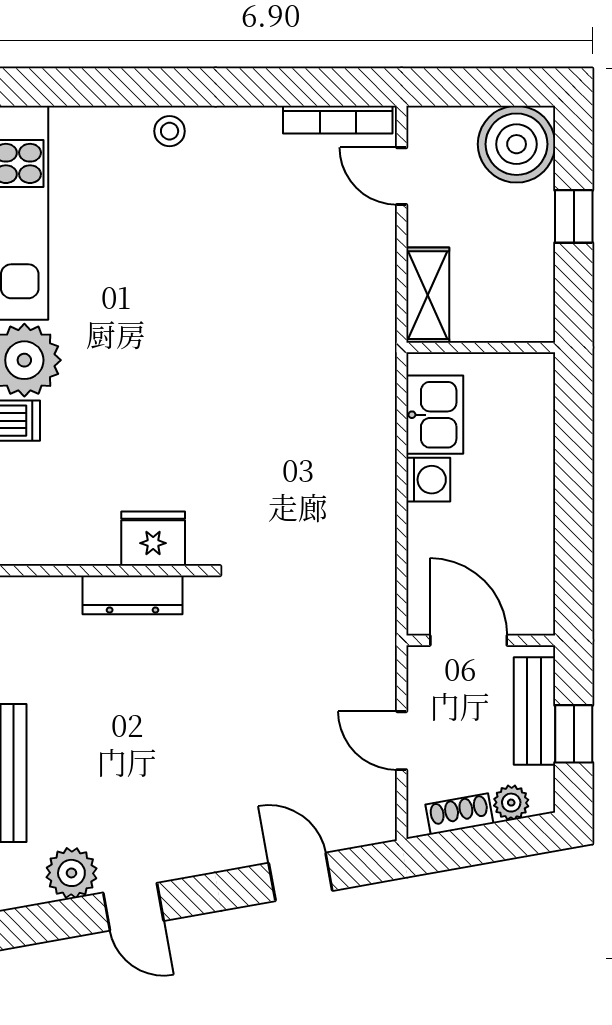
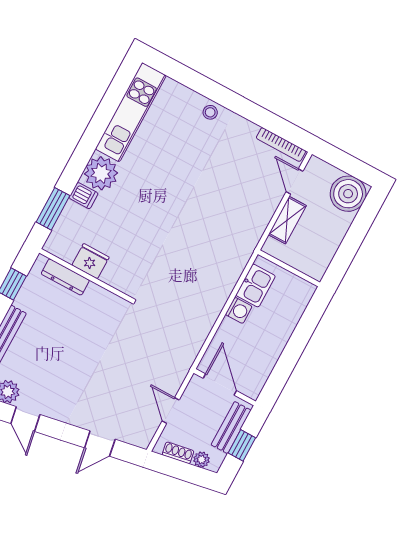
window: (574, 216) -> (355, 236), removed
shelving: (428, 295) -> (287, 220), moved
fridge: (153, 539) -> (90, 261), moved
dresser: (133, 595) -> (65, 277), moved
door: (301, 877) -> (100, 444), swing flipped

